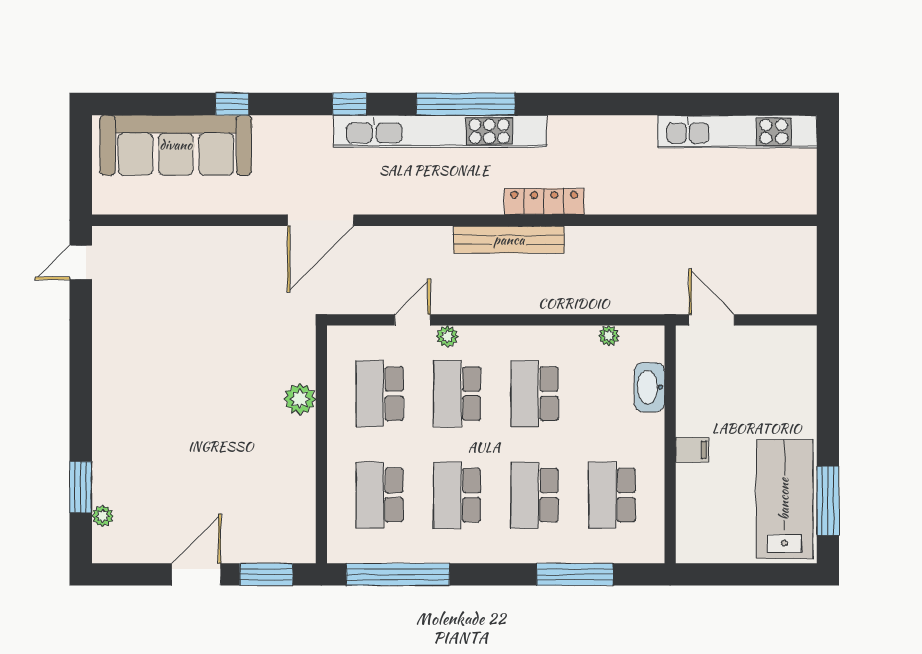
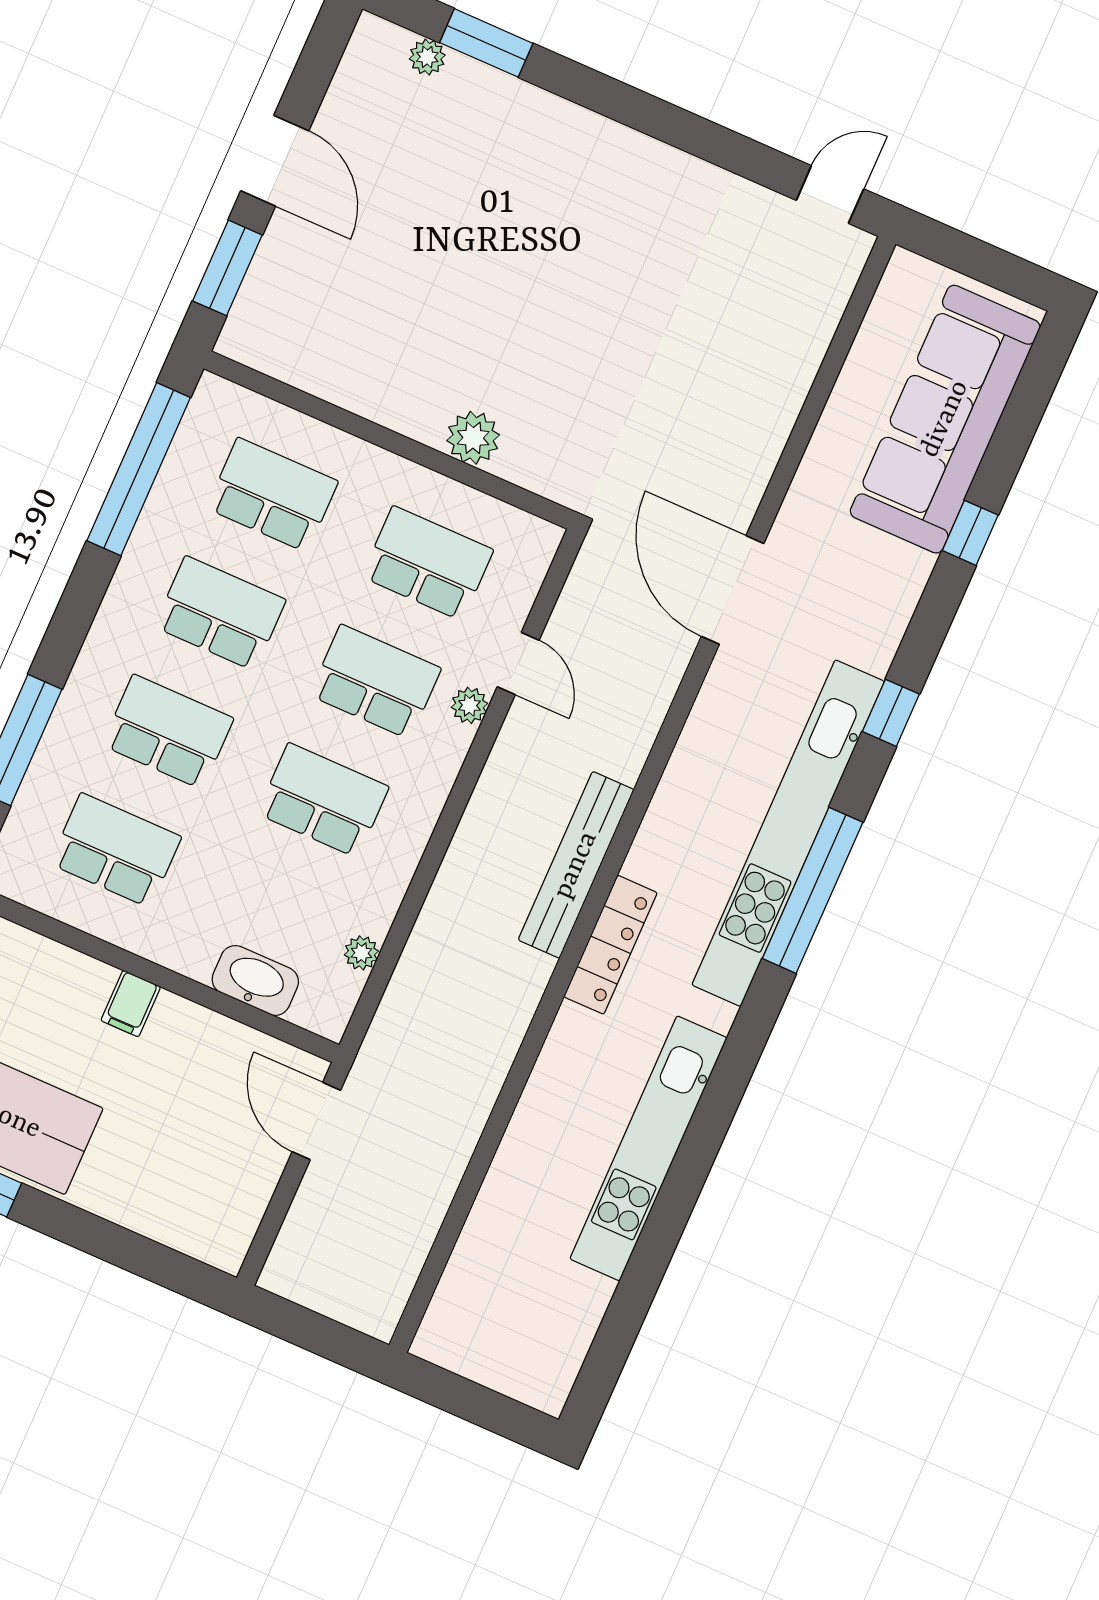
kitchen unit: (737, 132) -> (648, 1148), moved
door: (81, 262) -> (830, 195), hinge flipped
door: (712, 320) -> (316, 1121), swing flipped

